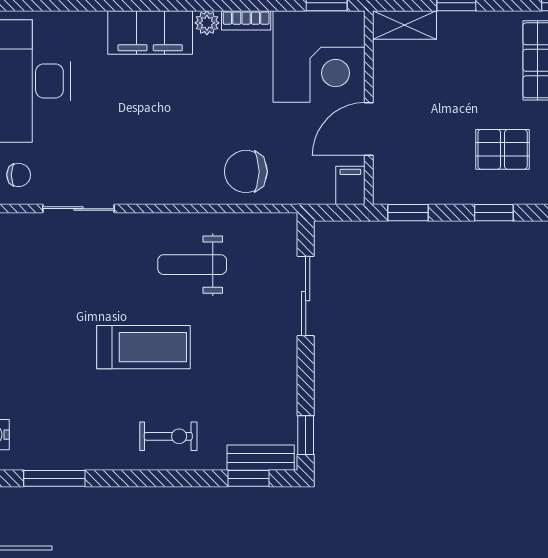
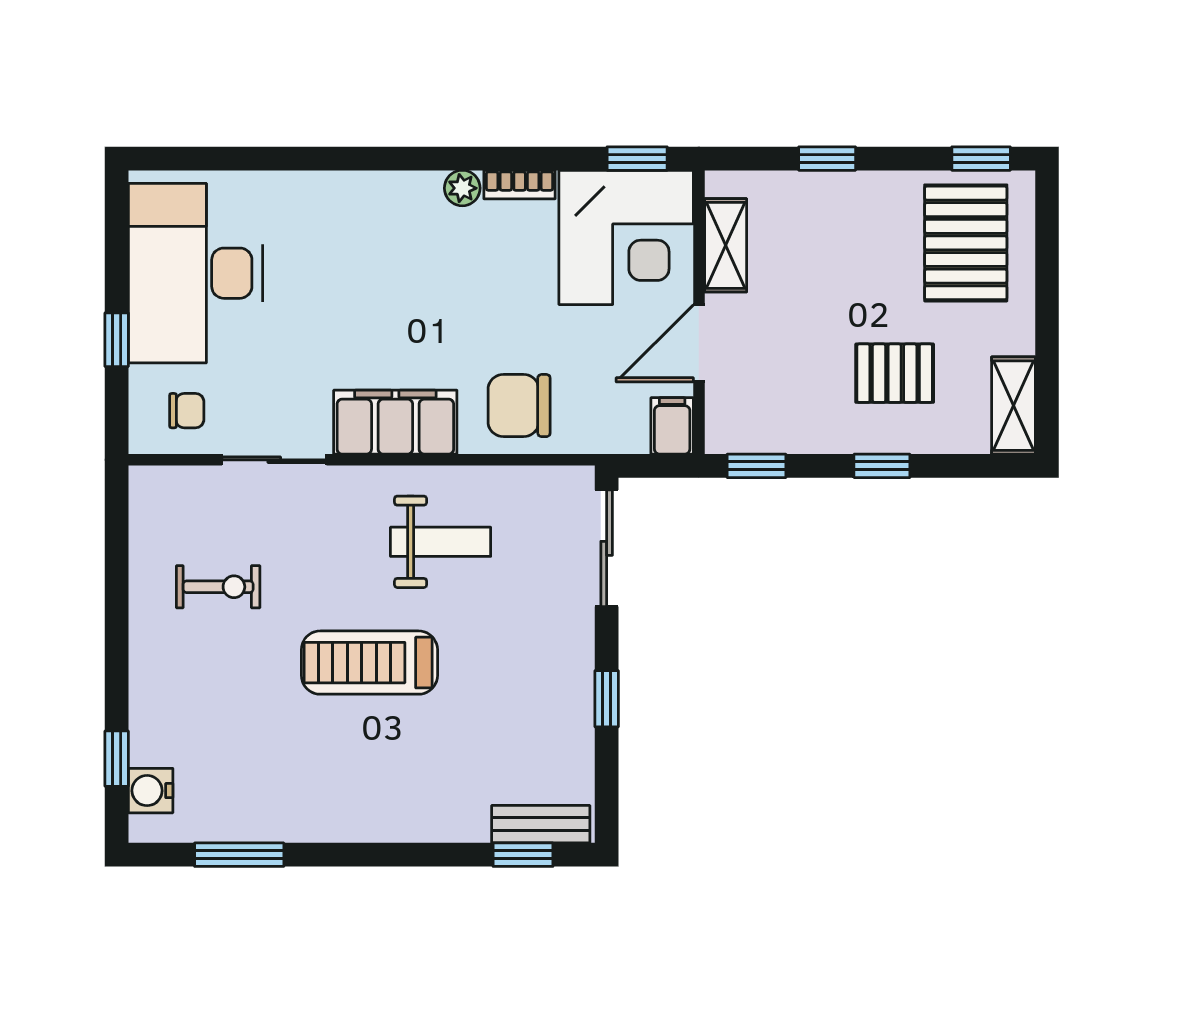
shelving: (404, 25) -> (726, 245), moved, turned 90
filing cabinet: (150, 32) -> (395, 422), moved, turned 180
weight bench: (192, 265) -> (441, 542), turned 180
sliding door: (306, 296) -> (607, 548), moved
treadmill: (144, 347) -> (369, 663), turned 180
window: (306, 435) -> (607, 699), moved
exercise bike: (168, 436) -> (218, 587), moved

